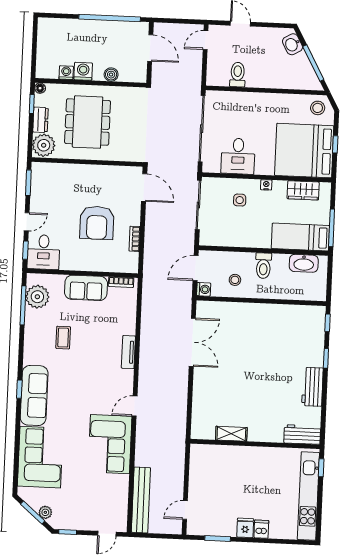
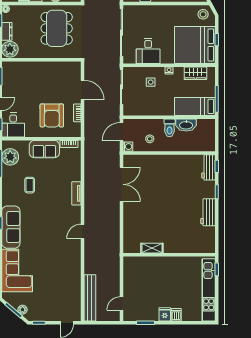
dining table: (88, 122) -> (57, 28), moved
door: (144, 188) -> (83, 90), moved
armchair: (97, 223) -> (52, 115), moved
washbasin: (304, 263) -> (186, 125), moved
workbench: (302, 434) -> (208, 167), moved, turned -90
corner sofa: (110, 444) -> (66, 259), removed

